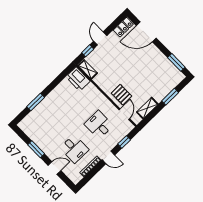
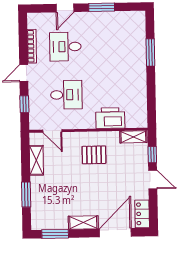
shelving: (157, 53) -> (83, 222), added
printer: (78, 79) -> (110, 118), moved
pallet: (121, 95) -> (94, 155), moved

